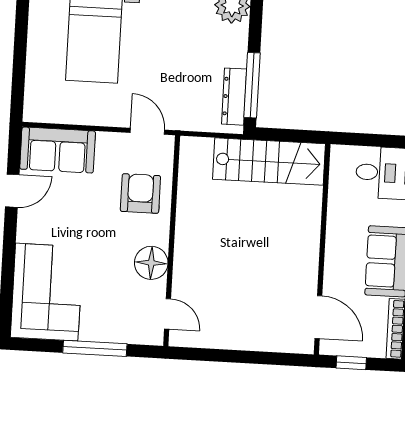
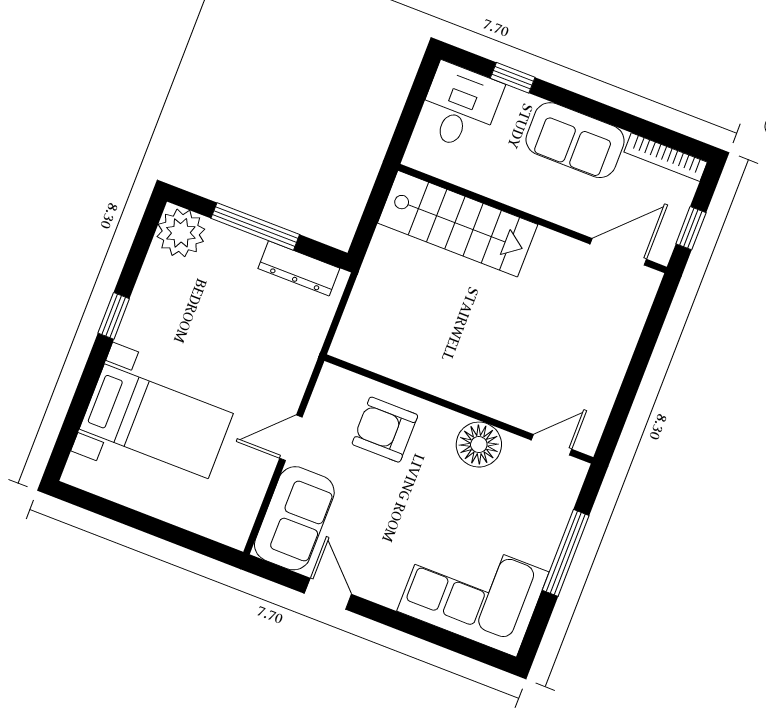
window: (252, 85) -> (255, 226), moved
door: (147, 131) -> (291, 438), moved
stairs: (269, 162) -> (458, 224), moved, turned 90

